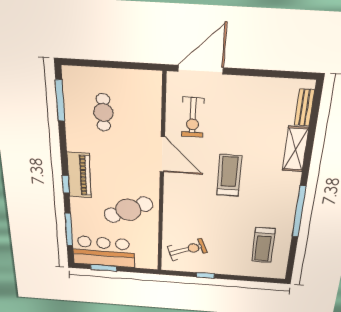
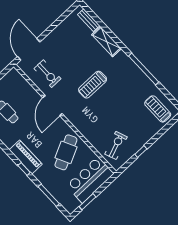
door: (162, 154) -> (52, 106), swing flipped
treadmill: (229, 176) -> (93, 85), turned -90
treadmill: (263, 245) -> (158, 109), moved, turned 180
bar counter: (104, 252) -> (90, 180), moved

